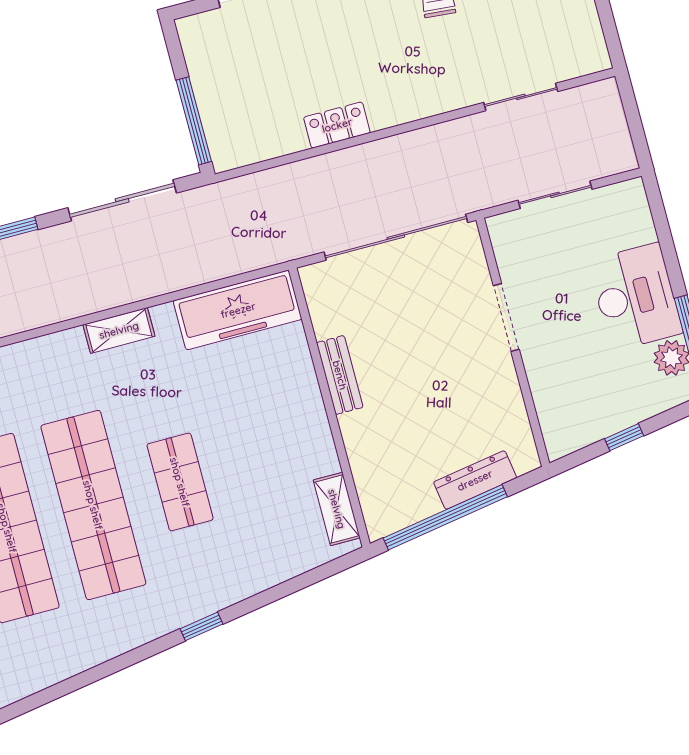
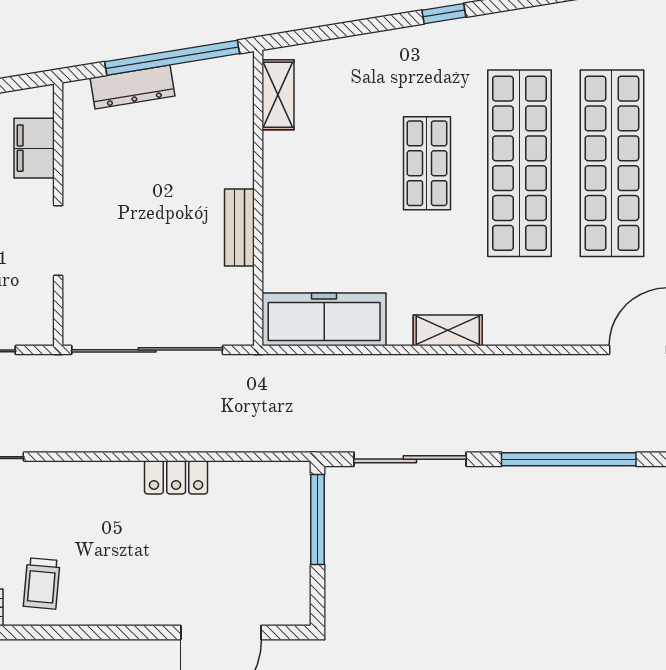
filing cabinet: (552, 398) -> (34, 148), added

